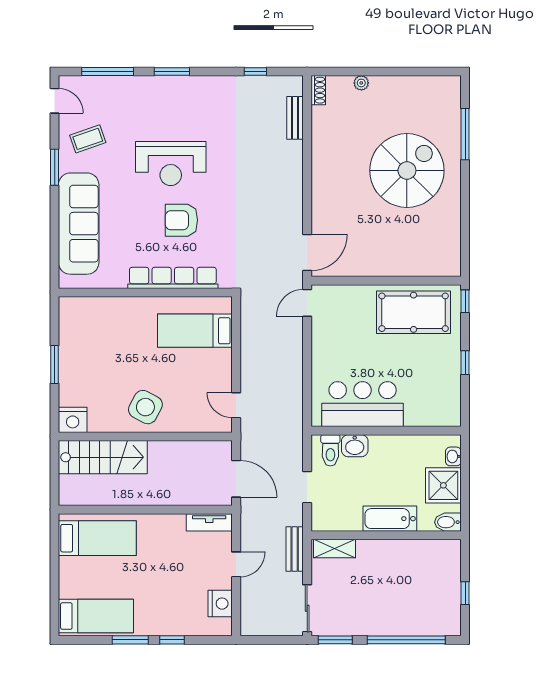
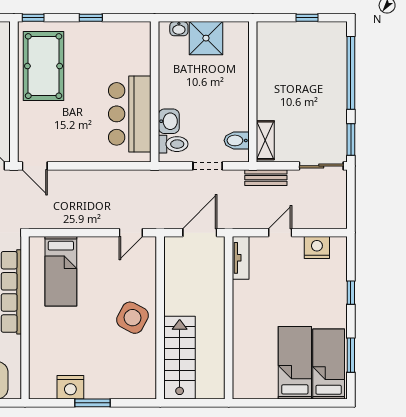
nightstand: (73, 420) -> (70, 387), moved, turned 90
bathtub: (390, 519) -> (237, 88), removed
bidet: (448, 522) -> (237, 140), moved, turned 90
bed: (97, 538) -> (295, 363), moved
door: (236, 564) -> (280, 233), hinge flipped
window: (130, 640) -> (351, 355), moved

